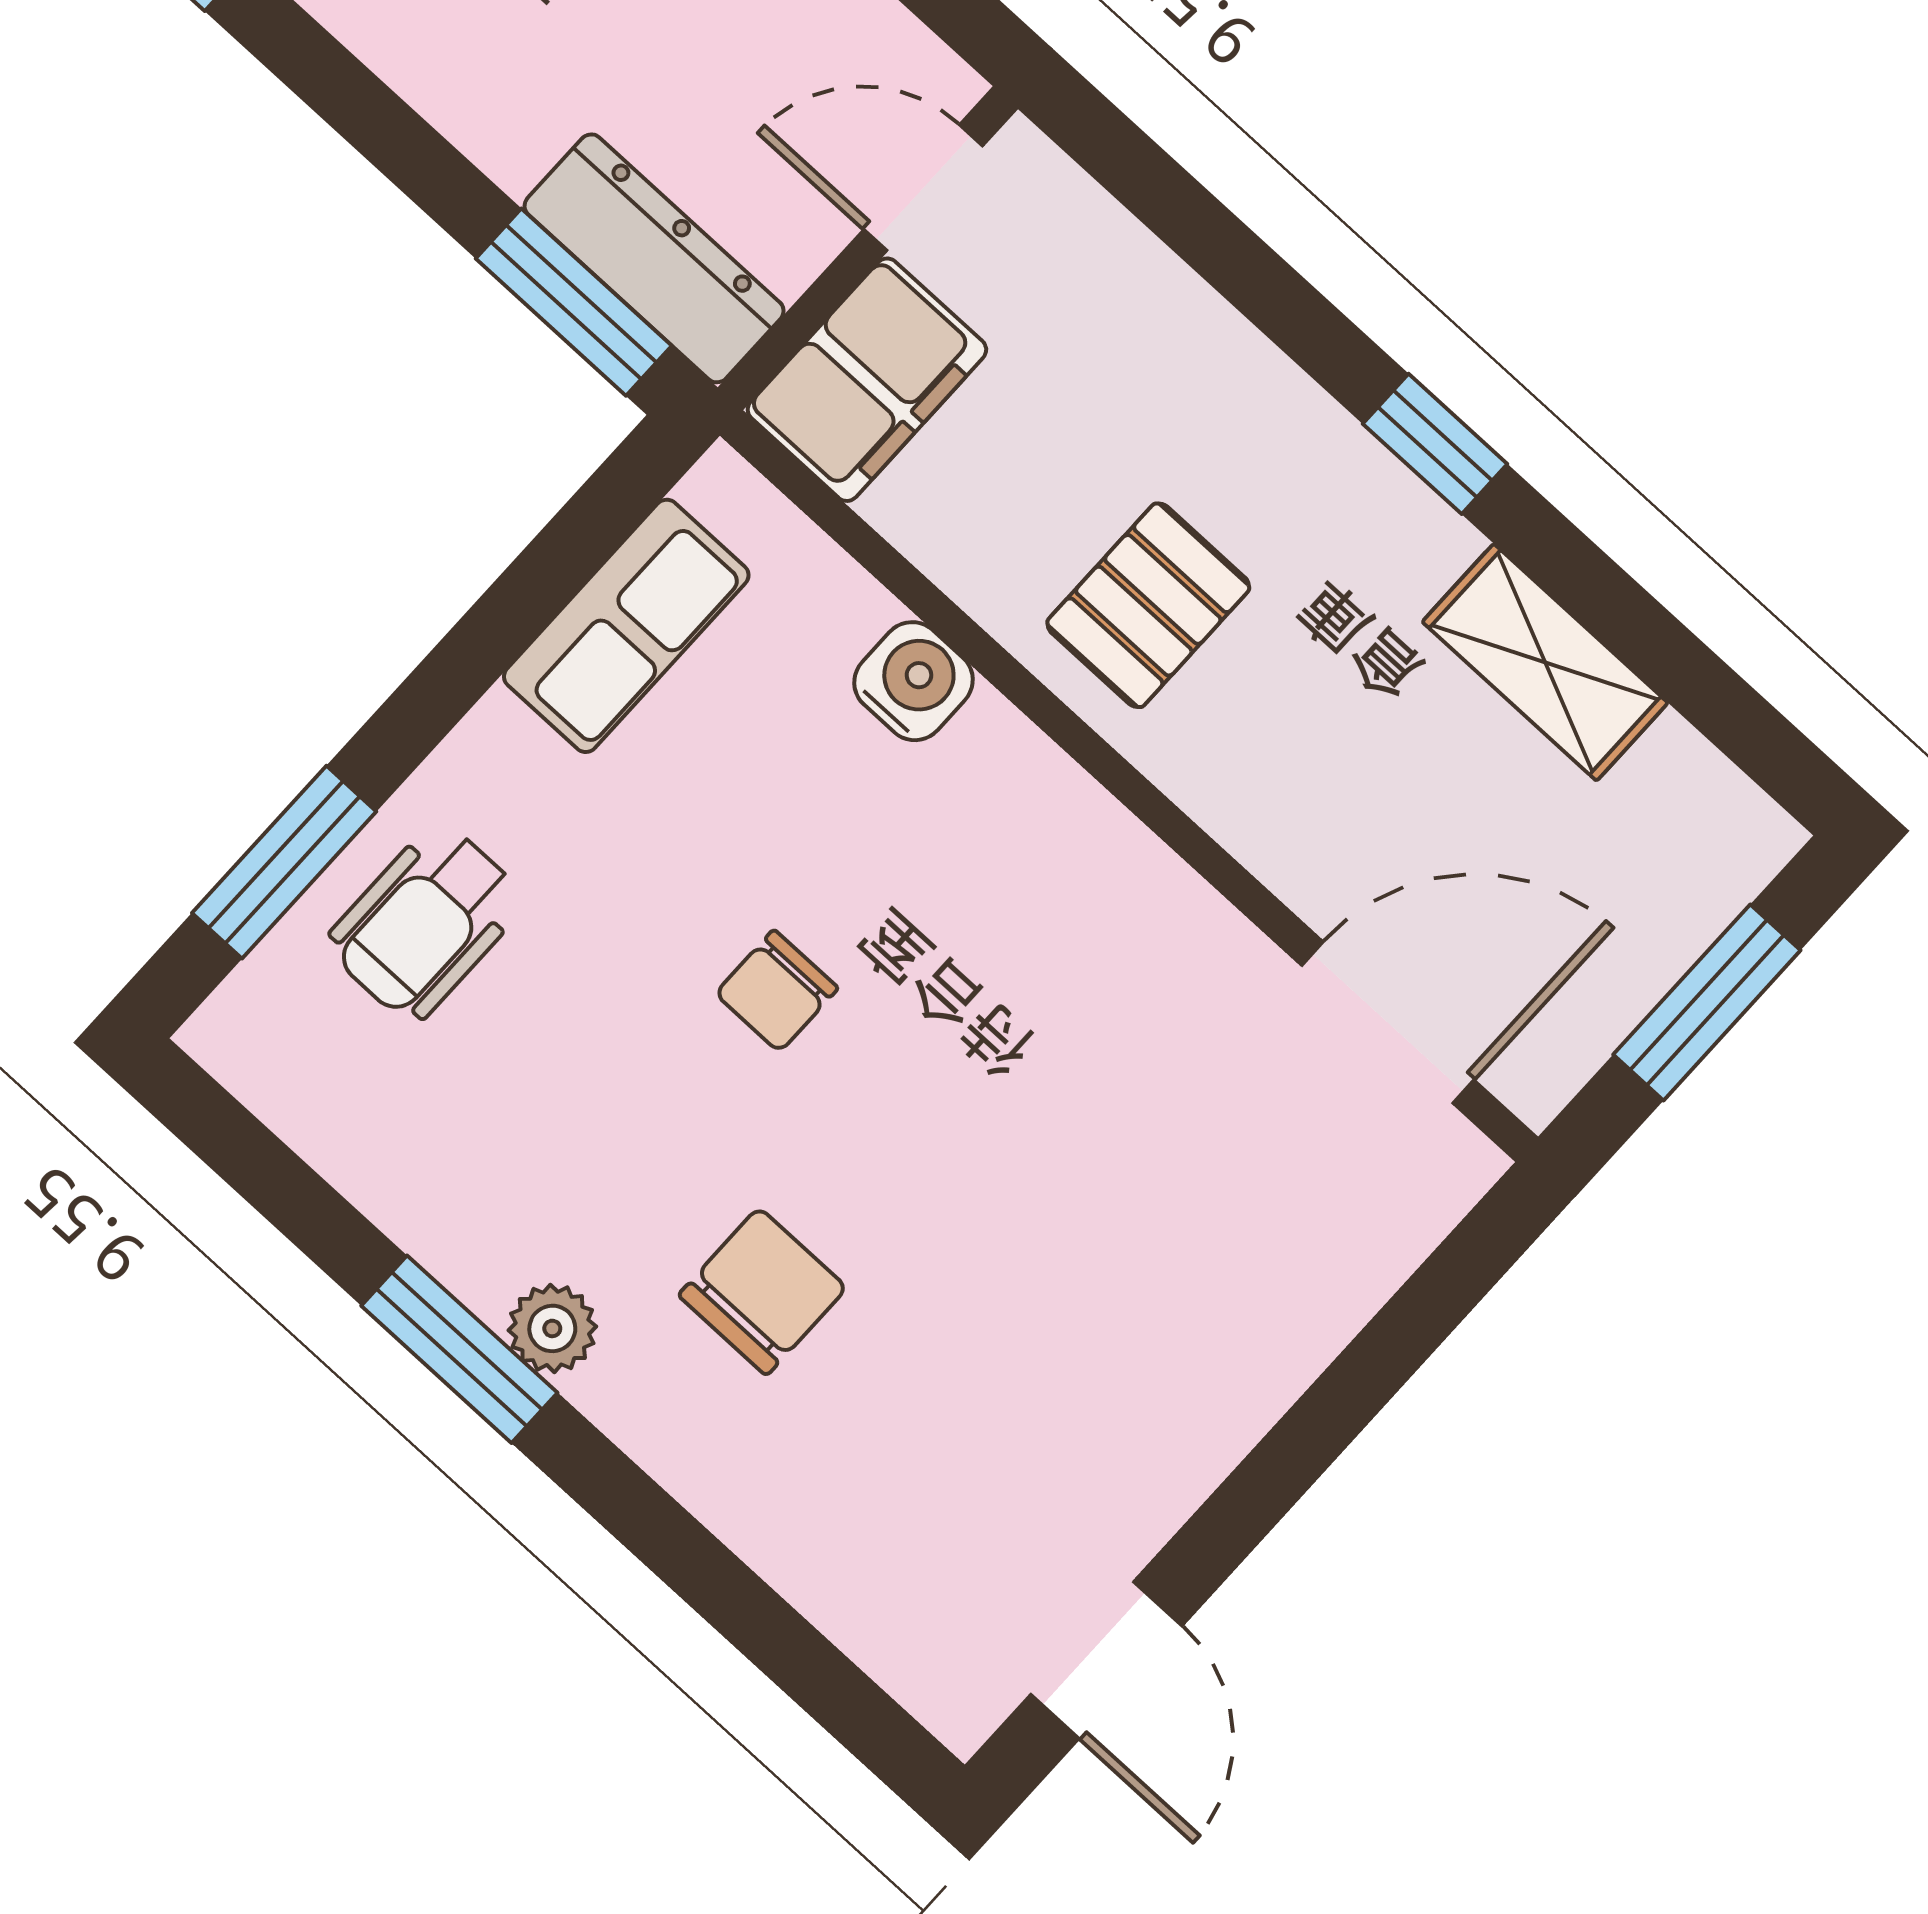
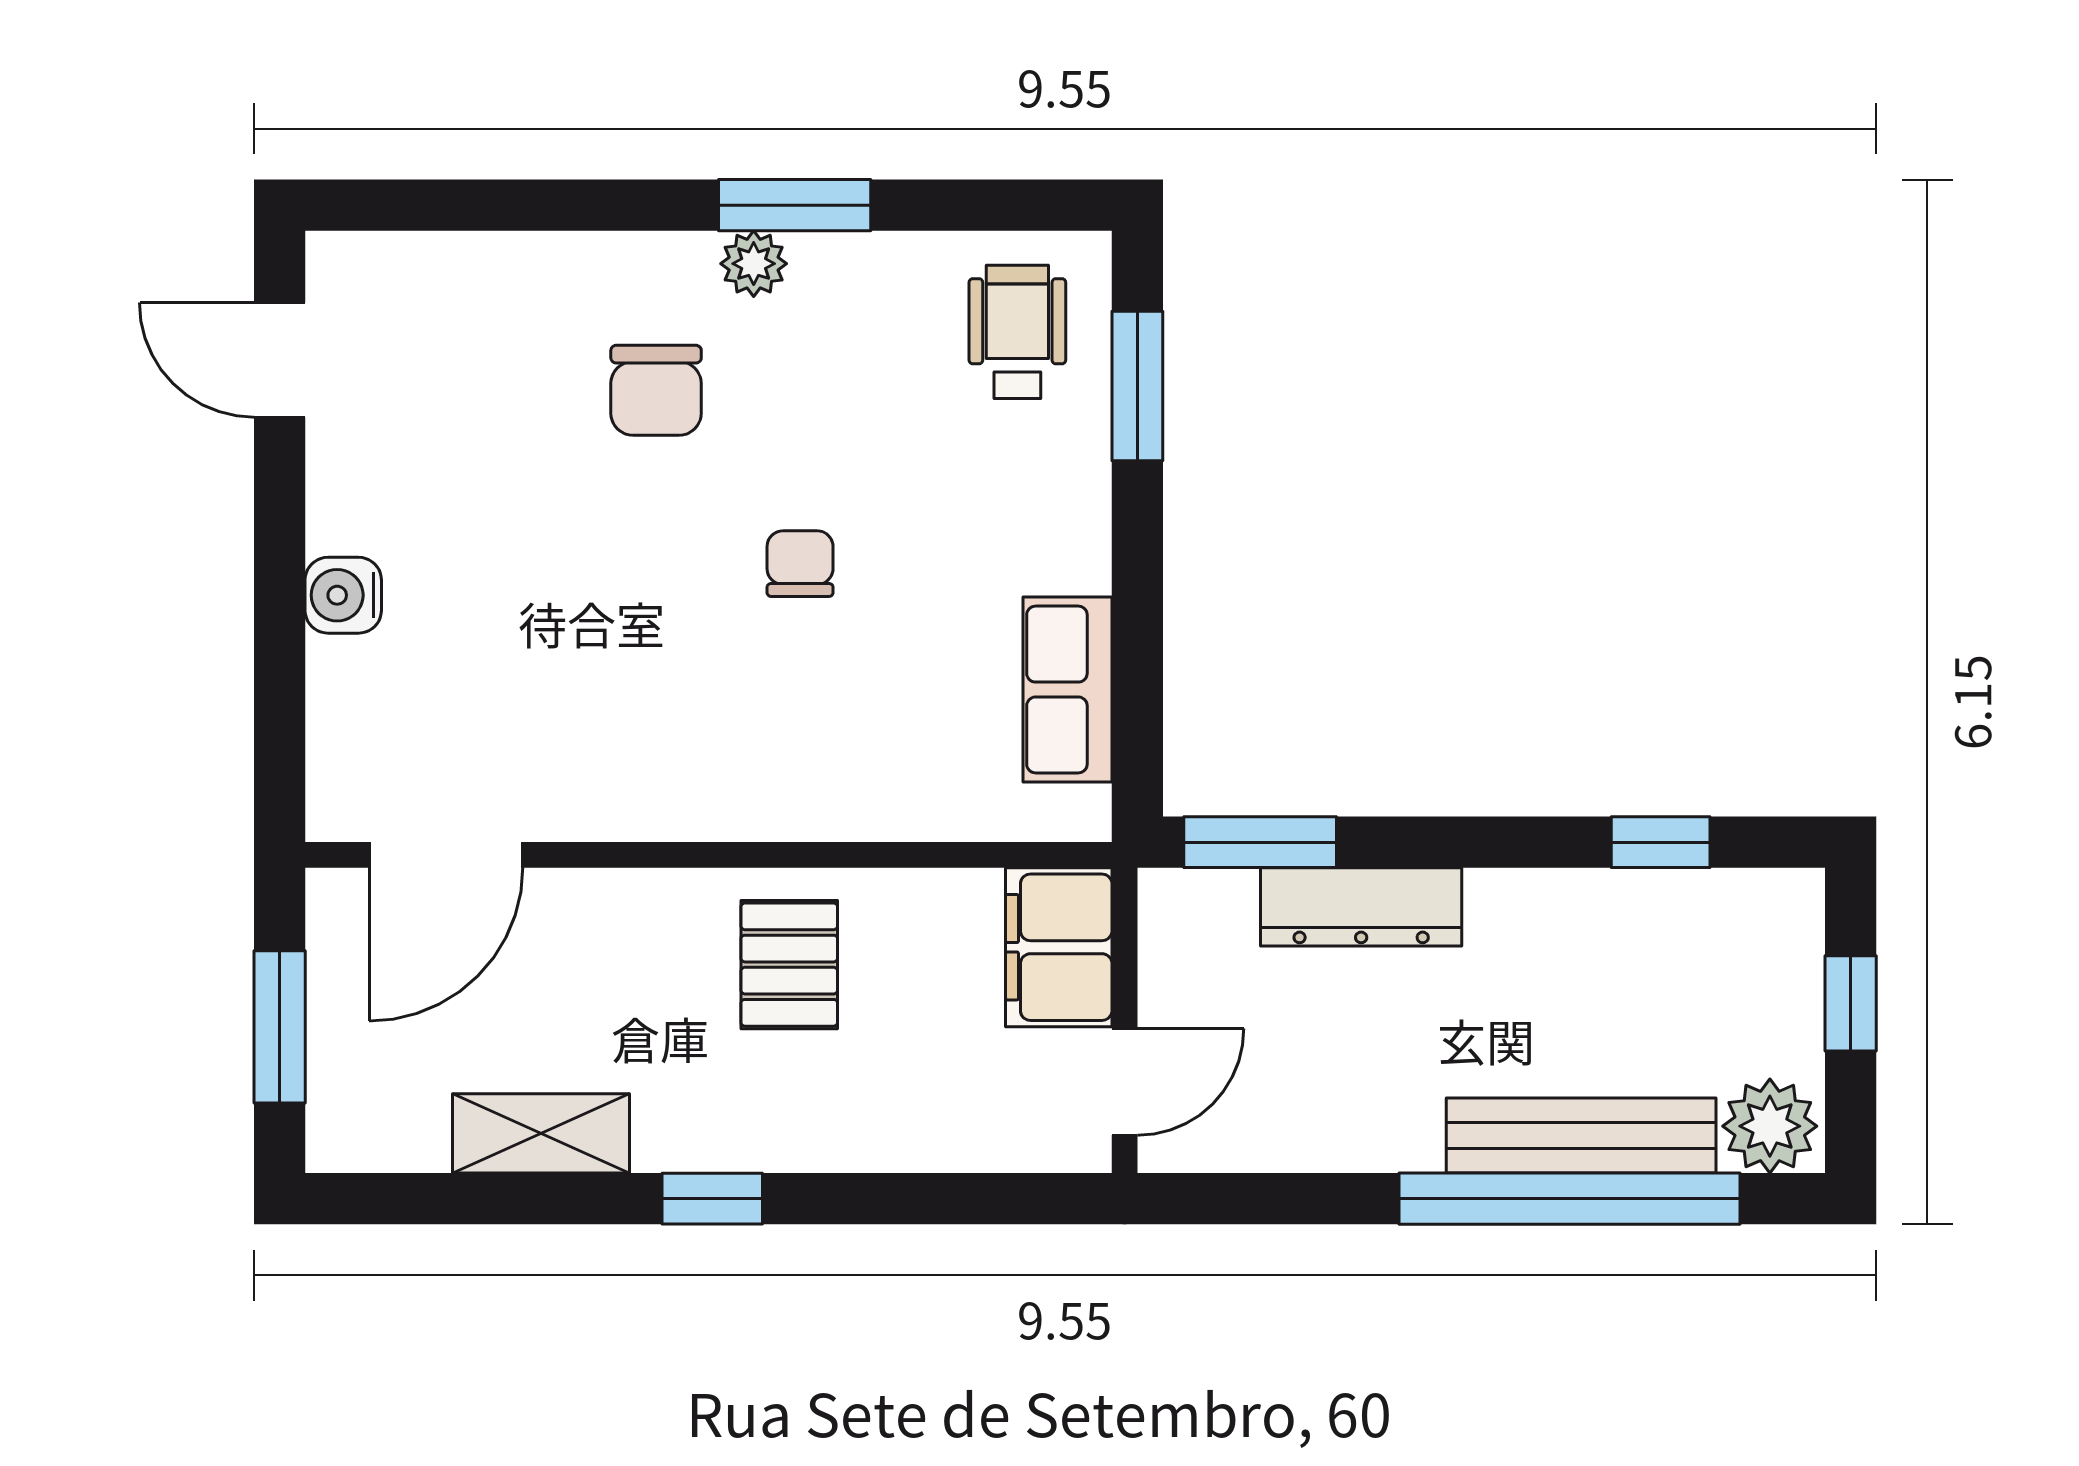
dresser: (654, 258) -> (1361, 907), moved
water cooler: (914, 681) -> (343, 595), moved, turned 90
wheelchair: (426, 922) -> (1017, 332), moved

